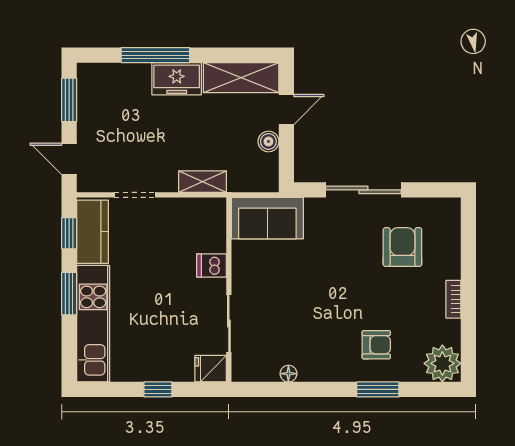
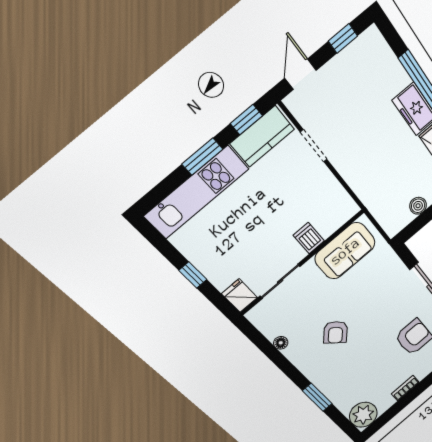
window: (69, 100) -> (343, 38), width x0.67
shelving: (203, 182) -> (360, 185), removed
sofa: (267, 218) -> (345, 251), moved, turned -90
armchair: (376, 345) -> (336, 332), moved, turned 42

